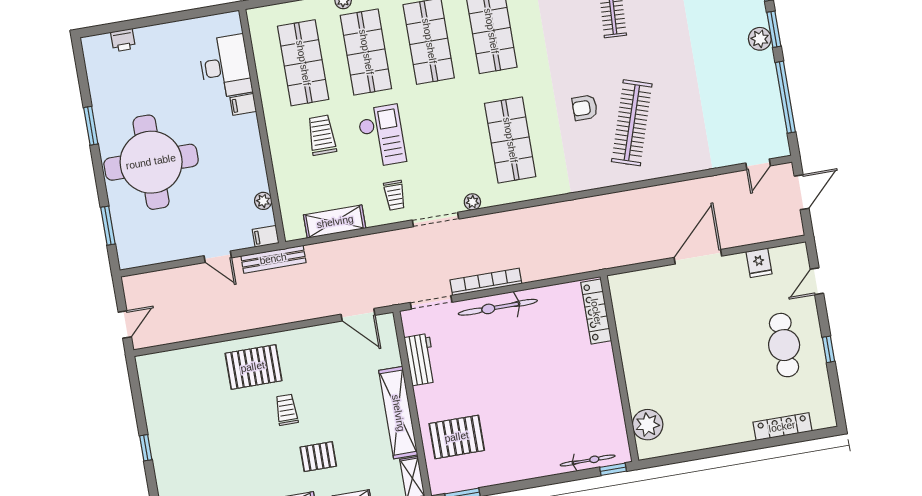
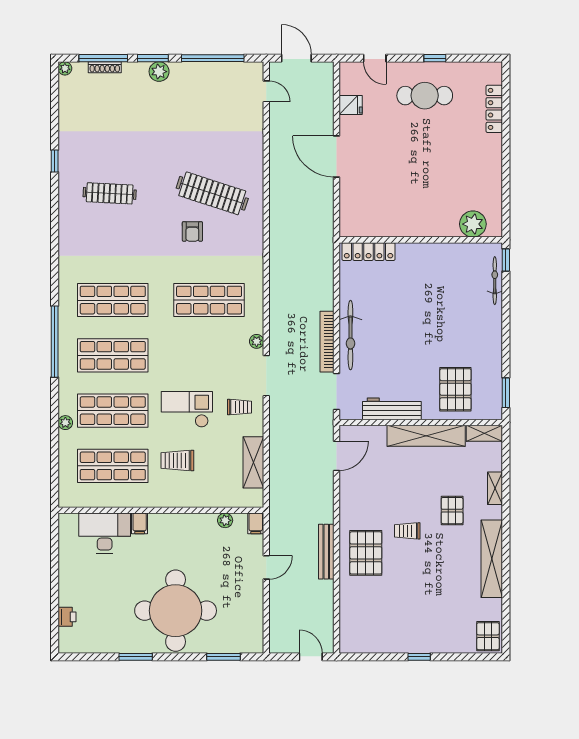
bench: (273, 259) -> (326, 552), moved
workbench: (421, 360) -> (392, 409), width x1.38

